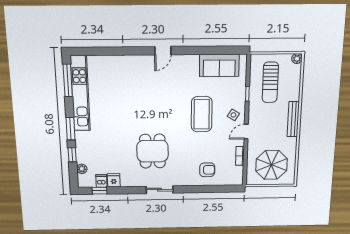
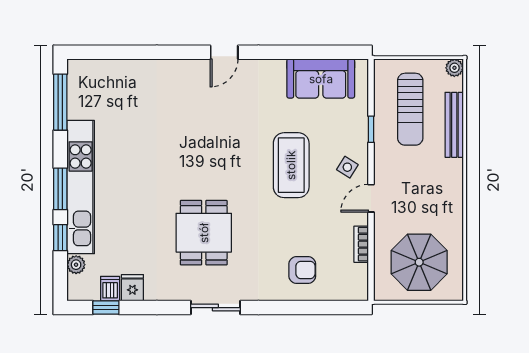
kitchen unit: (80, 94) -> (81, 187), moved
bench: (293, 119) -> (454, 125), moved

